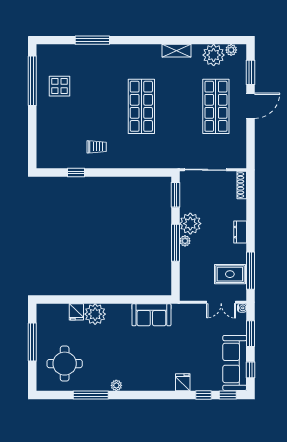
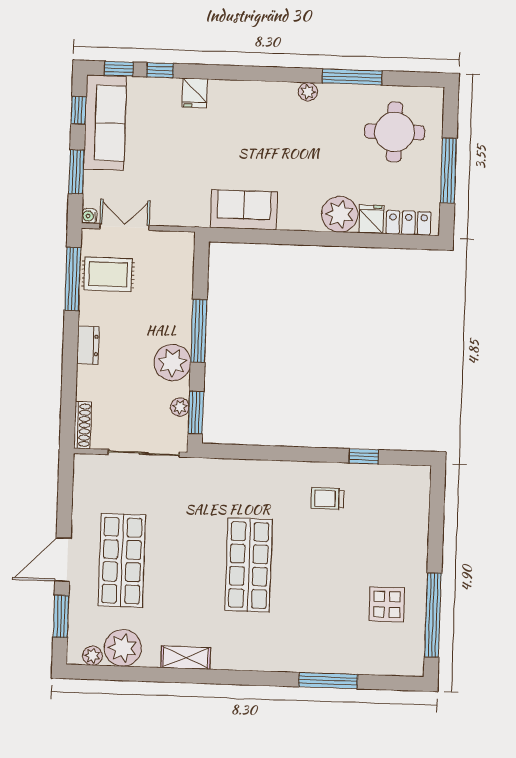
plant: (185, 241) -> (180, 407), moved
locker: (55, 310) -> (408, 223), added

